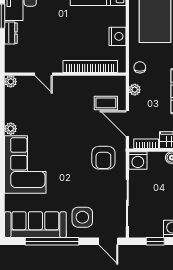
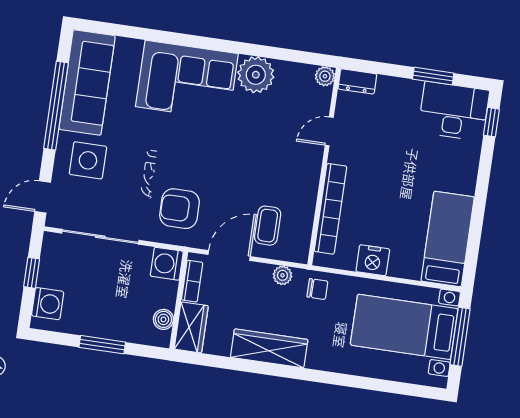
dresser: (11, 33) -> (357, 81), moved
plant: (11, 129) -> (256, 75), width x1.88, depth x1.88

